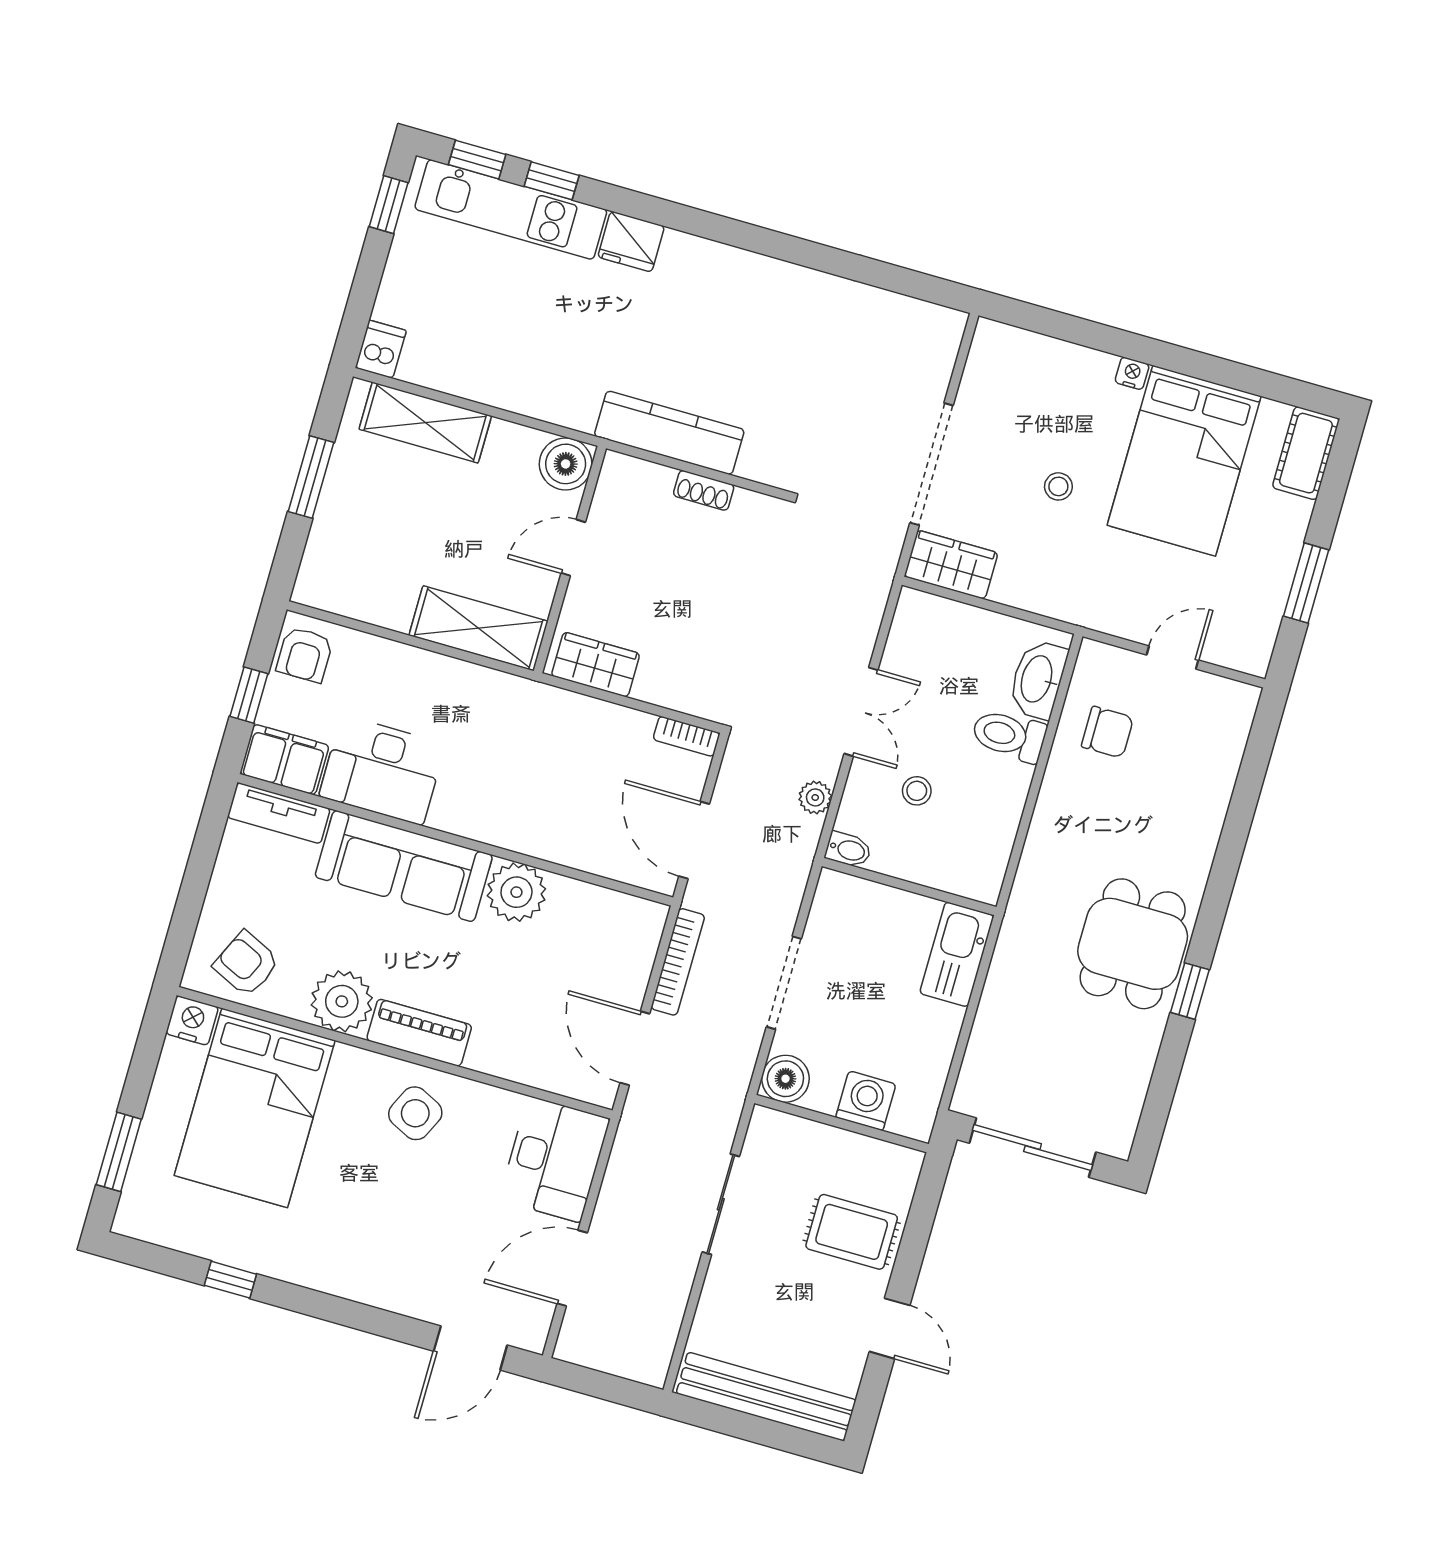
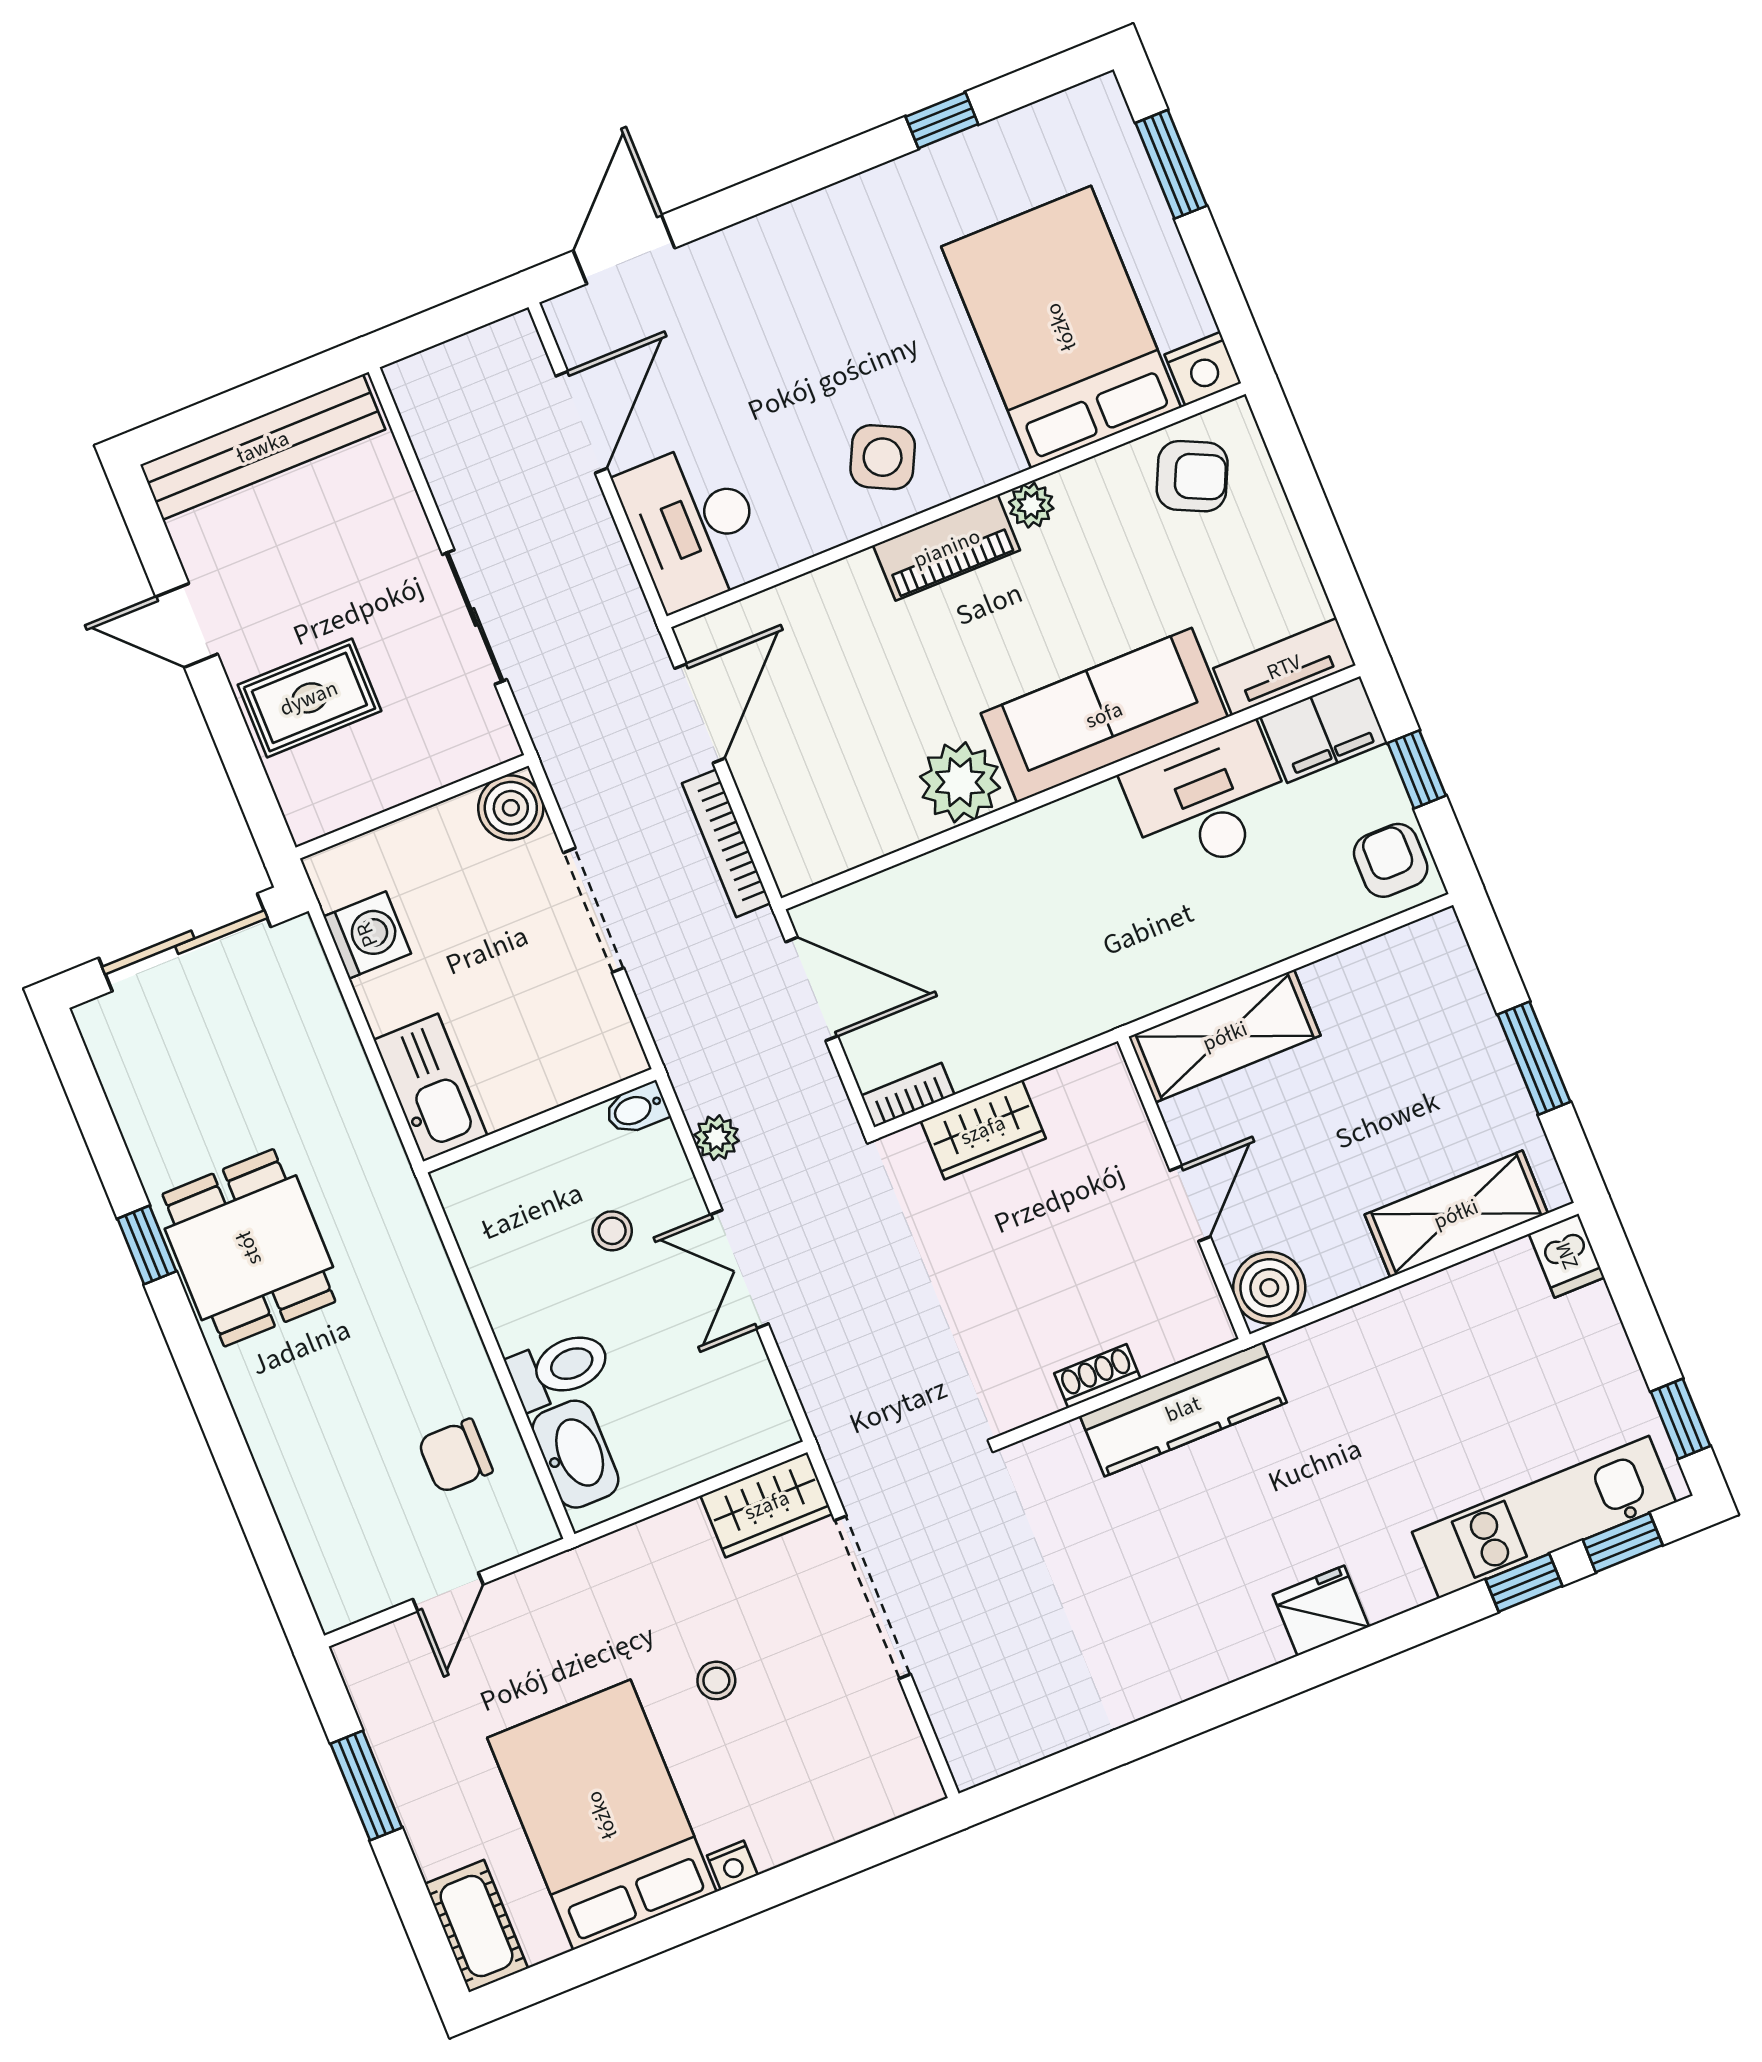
fridge: (631, 242) -> (1321, 1611), moved
wardrobe: (596, 665) -> (983, 1130), moved
plant: (342, 1001) -> (1031, 505), width x0.53, depth x0.53
door: (635, 1048) -> (700, 713), hinge flipped
washing machine: (866, 1101) -> (367, 935), moved, turned -90

